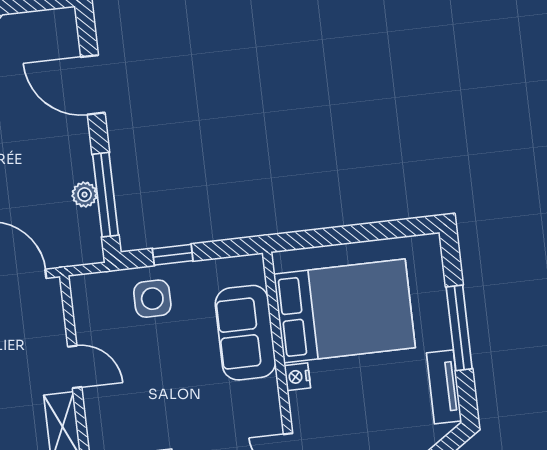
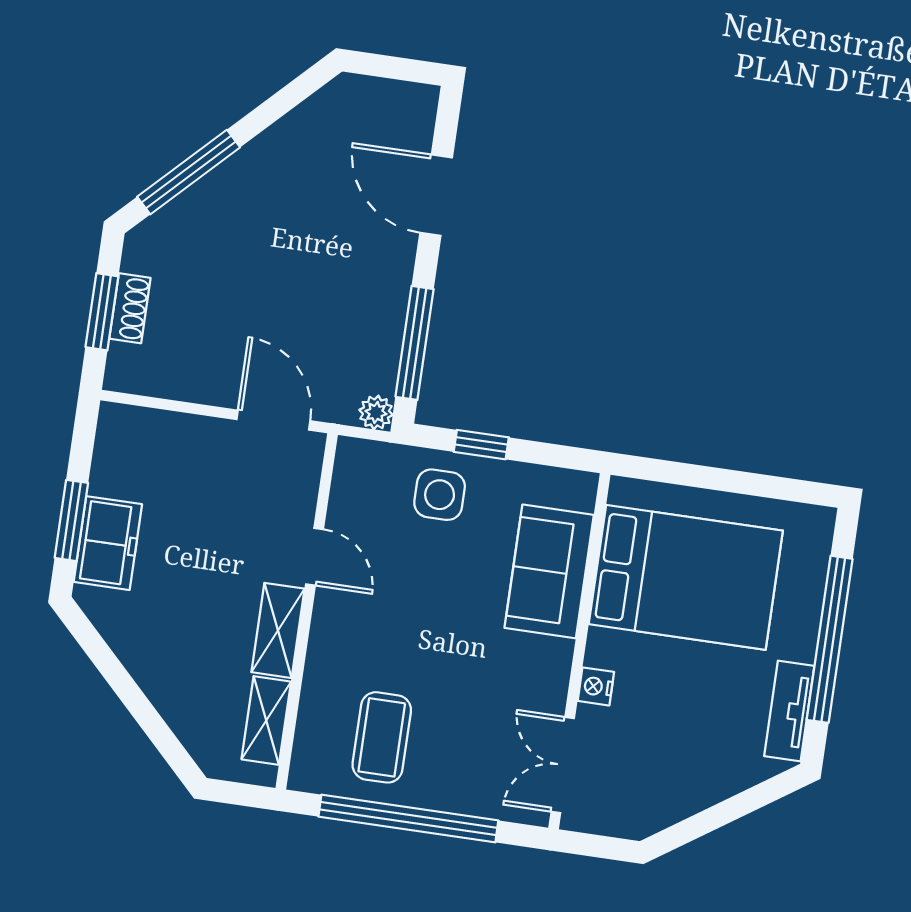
plant: (85, 195) -> (376, 412), moved
window: (459, 328) -> (830, 639), width x1.46
nightstand: (297, 377) -> (596, 686), moved

